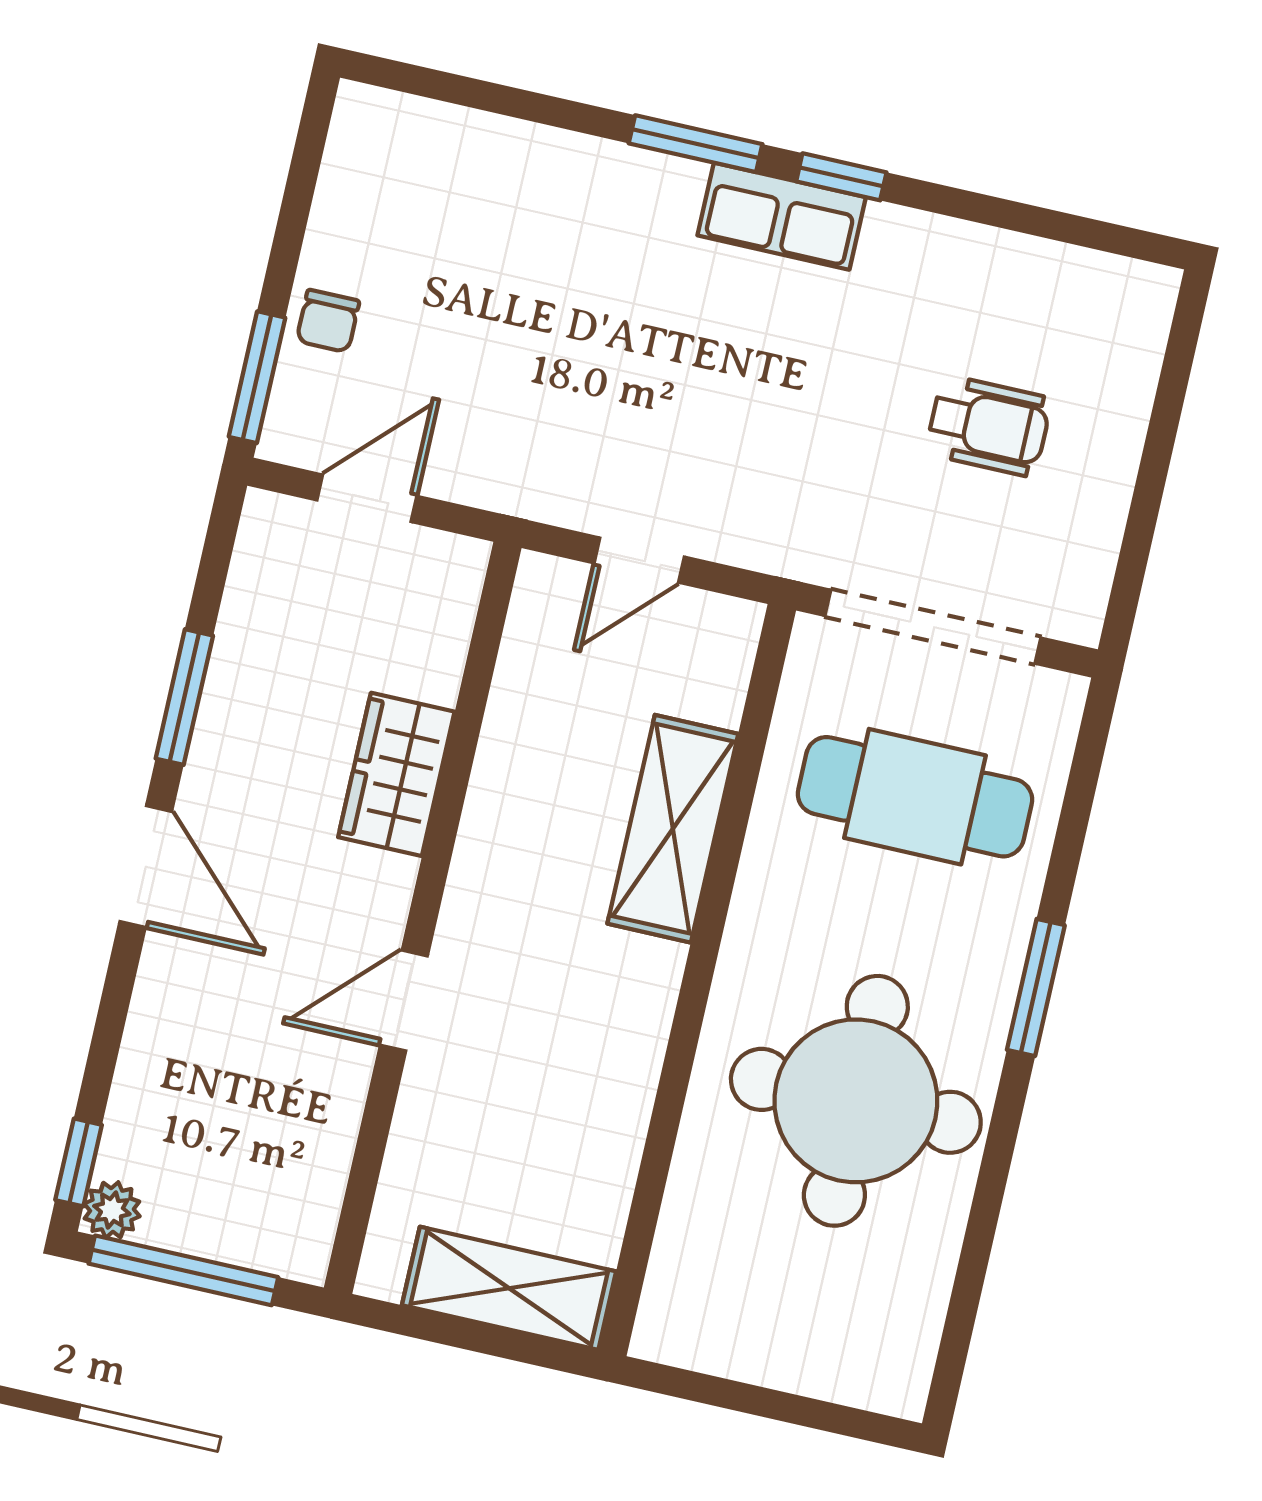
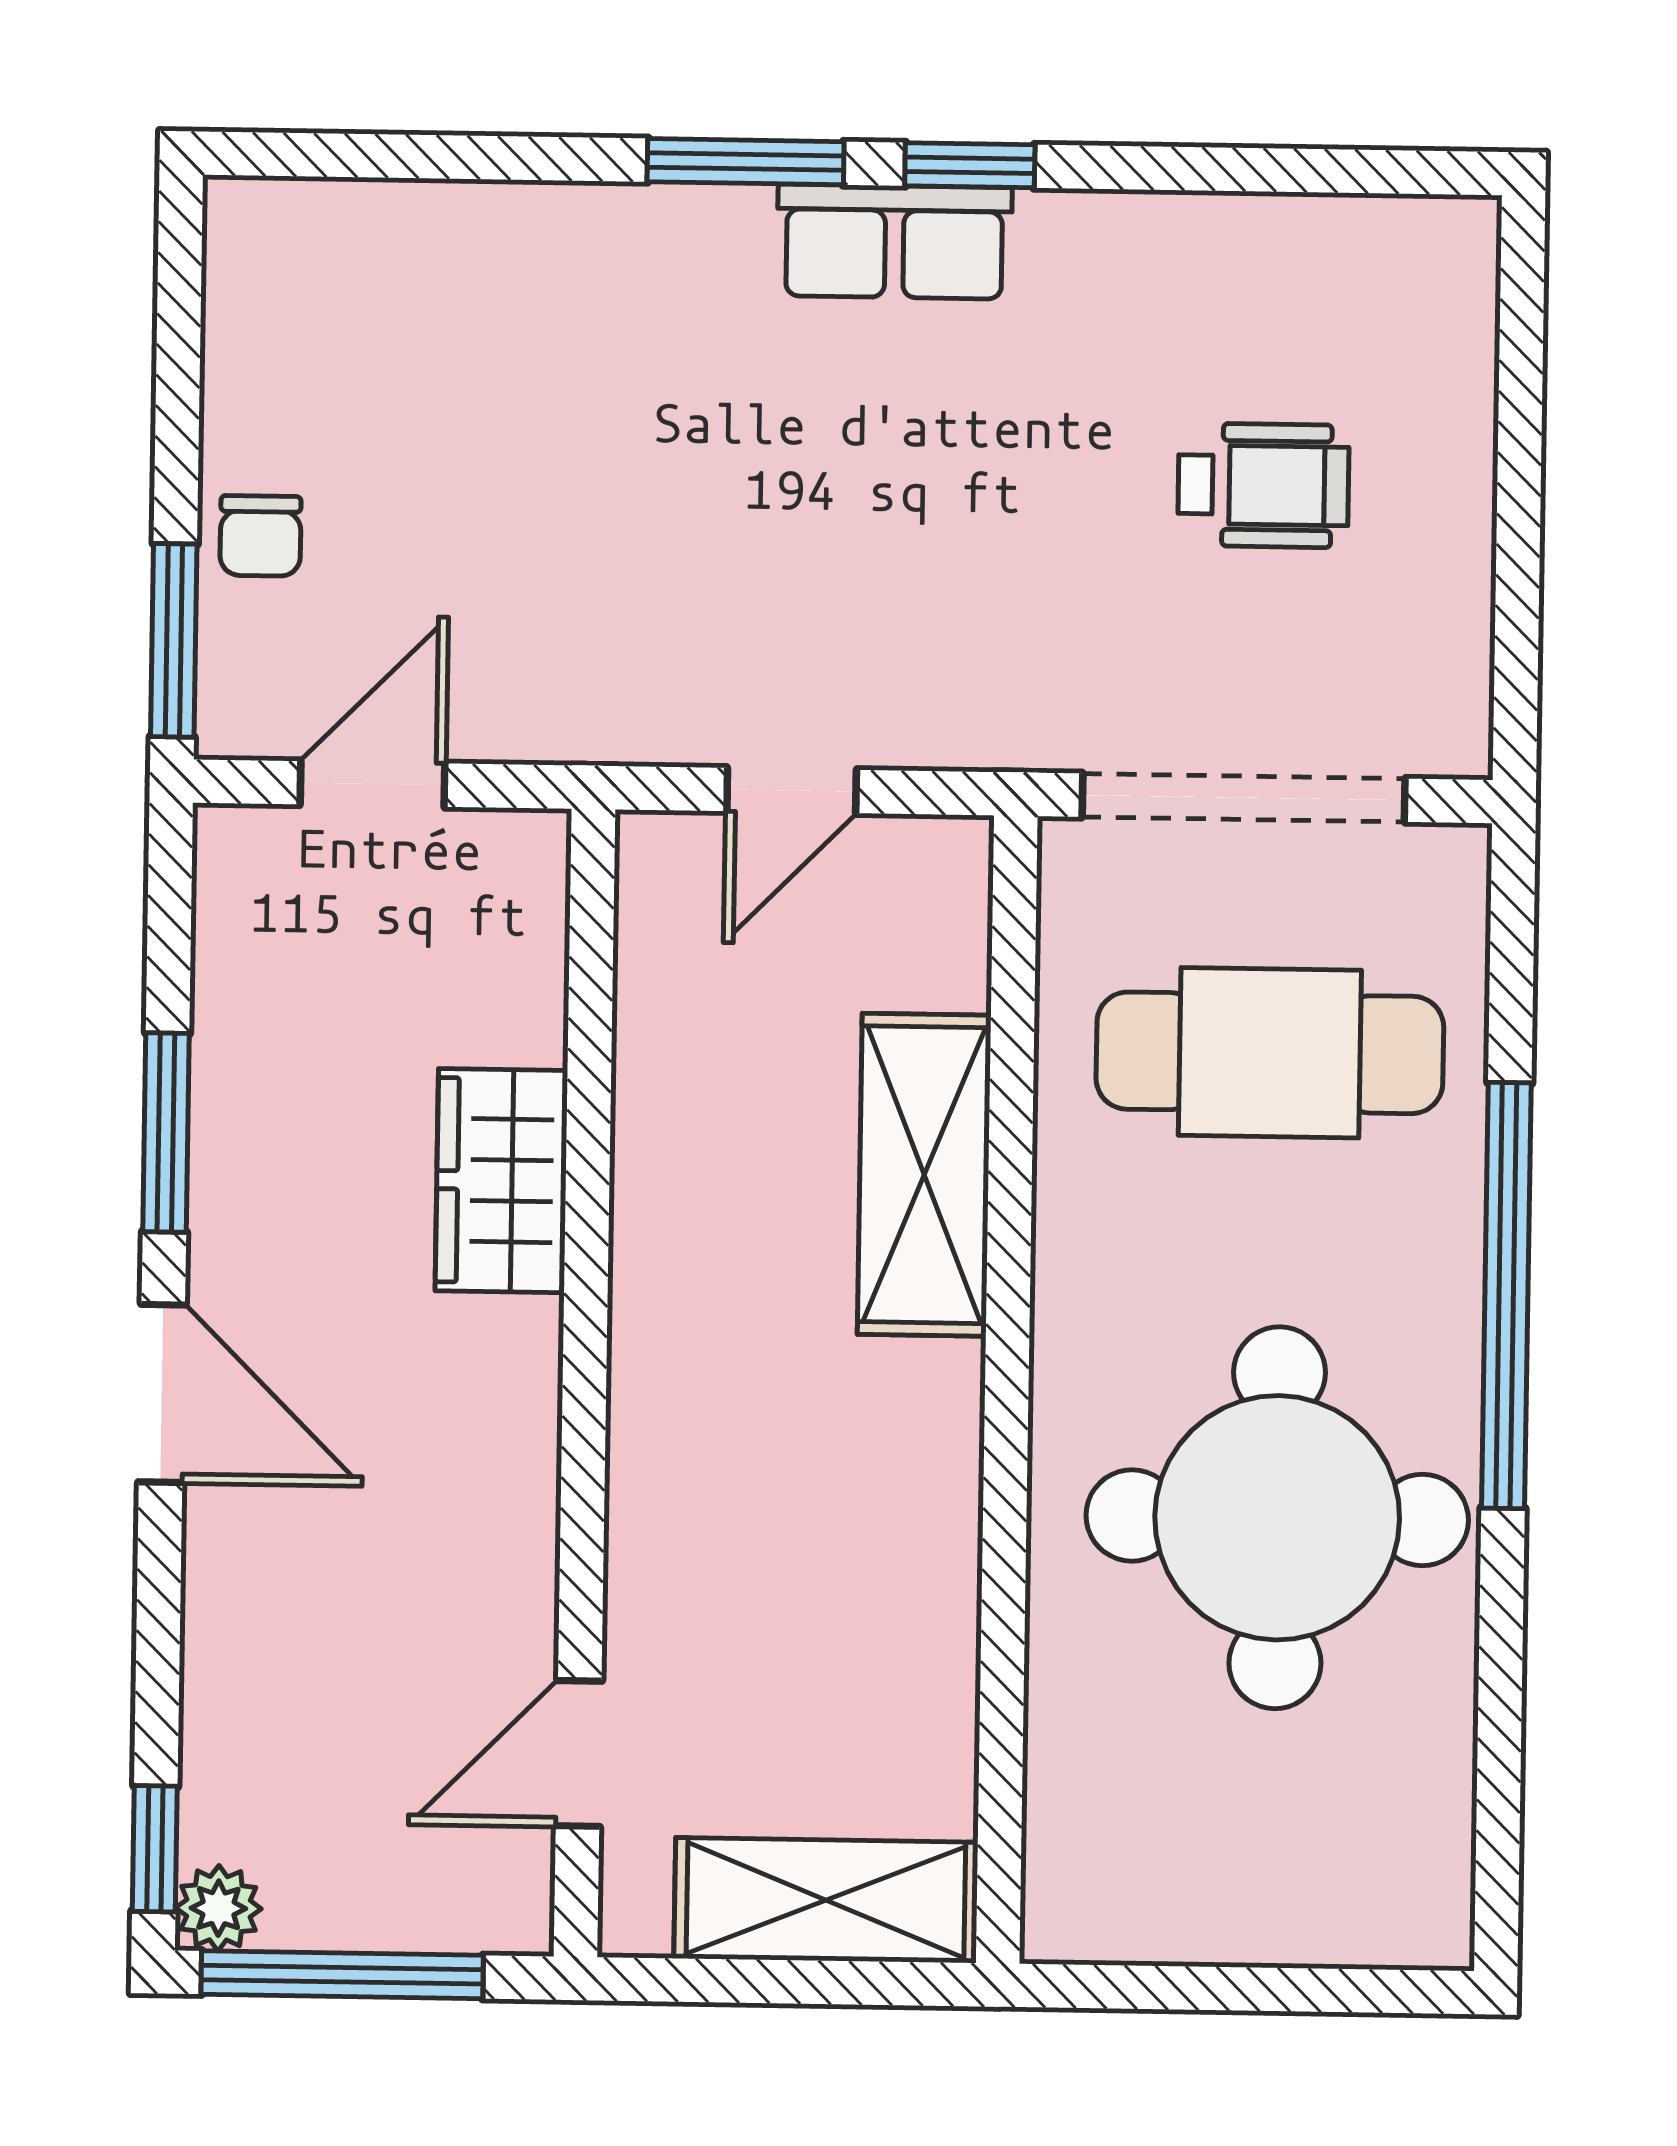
window: (1036, 987) -> (1506, 1296), width x2.11
door: (404, 1001) -> (579, 1754), moved

